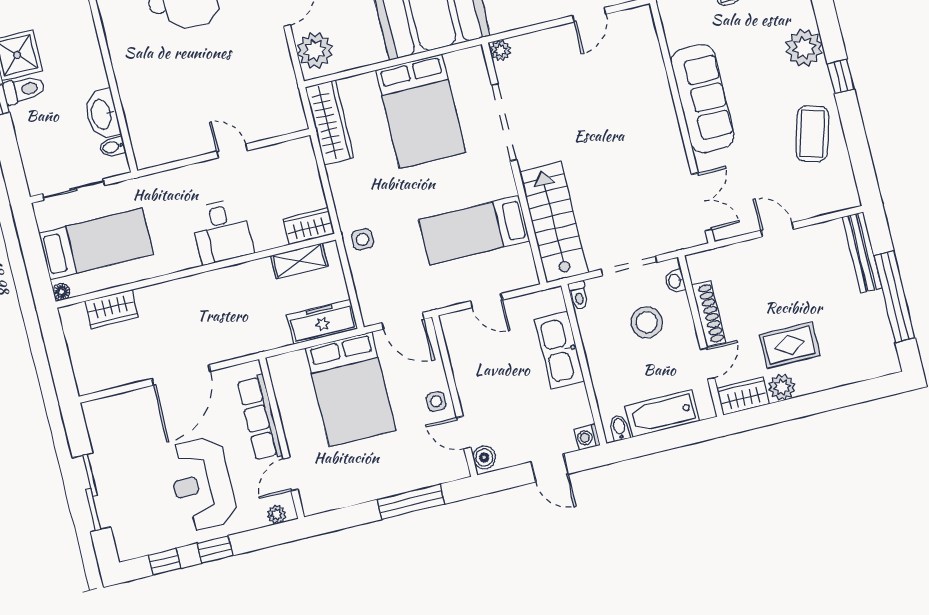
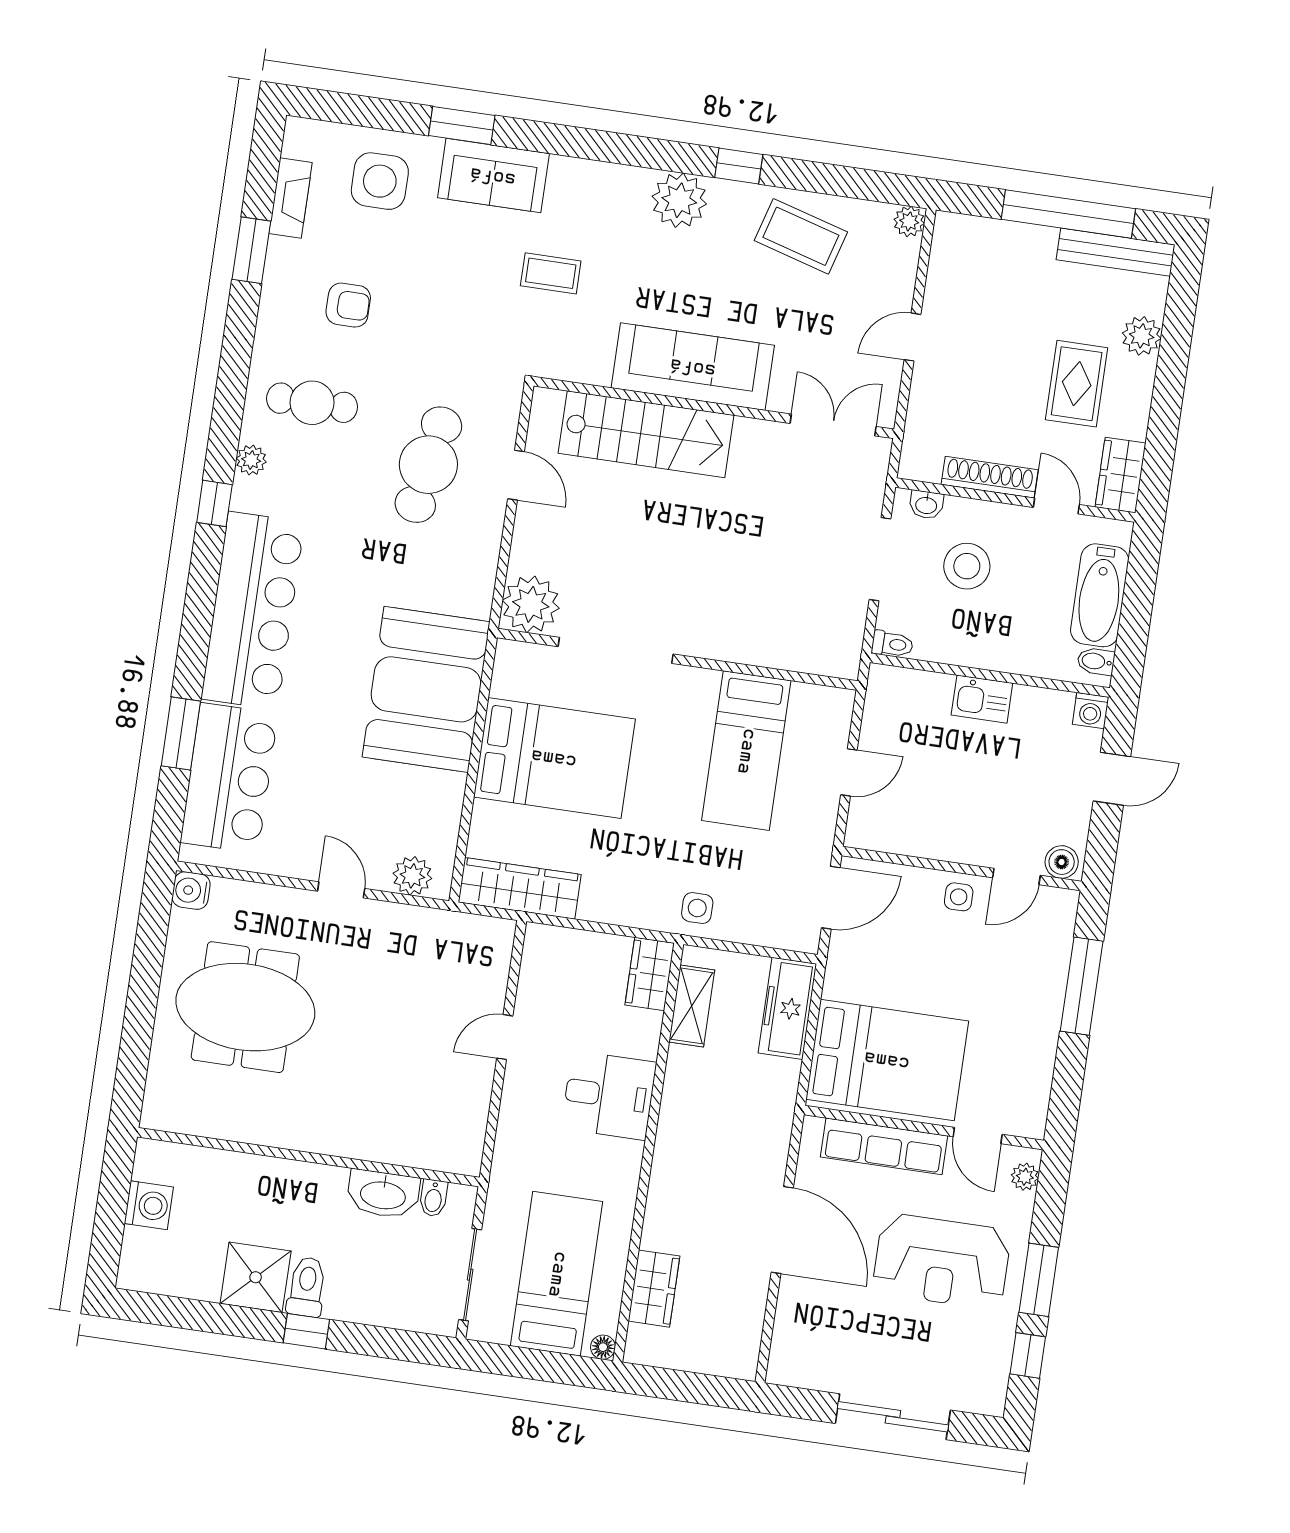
plant: (315, 50) -> (412, 876), width x0.73, depth x0.73
plant: (500, 50) -> (531, 604), width x1.88, depth x1.88
plant: (849, 198) -> (909, 221), added
stairs: (554, 222) -> (646, 434), moved, turned 180
bench: (862, 252) -> (1116, 252), moved
kitchen sink: (559, 350) -> (982, 699), width x0.53, depth x0.81
plant: (782, 387) -> (1142, 336), moved
bed: (351, 389) -> (887, 1060), moved
window: (215, 549) -> (1039, 1280), width x1.50

